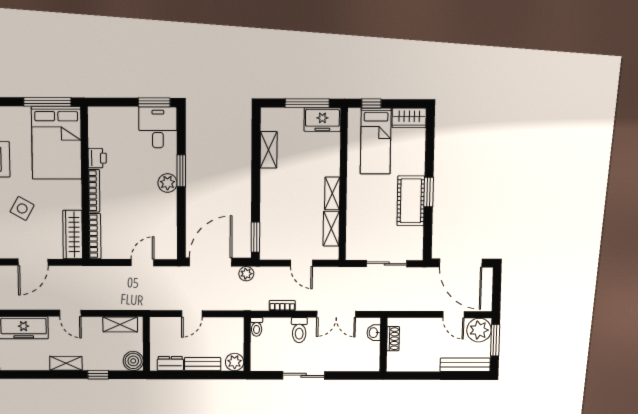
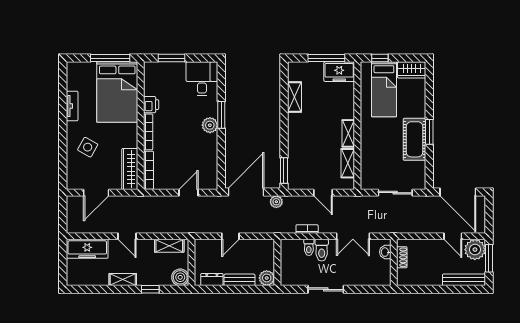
window: (154, 102) -> (172, 58), moved
toilet: (257, 327) -> (309, 247), moved

